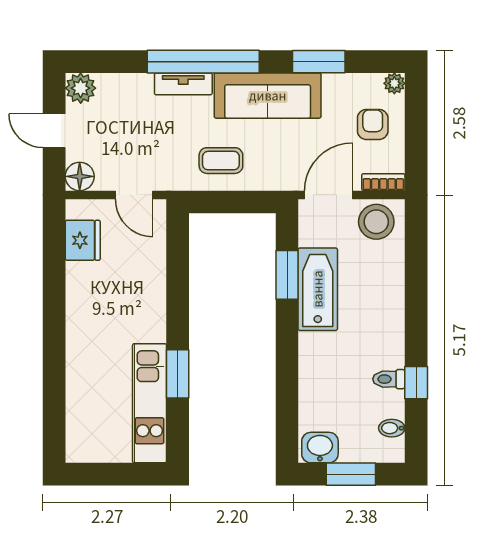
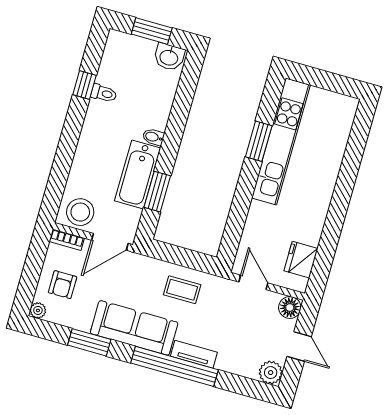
kitchen unit: (150, 403) -> (281, 141), width x1.36
bidet: (392, 428) -> (153, 137), moved, turned 180

